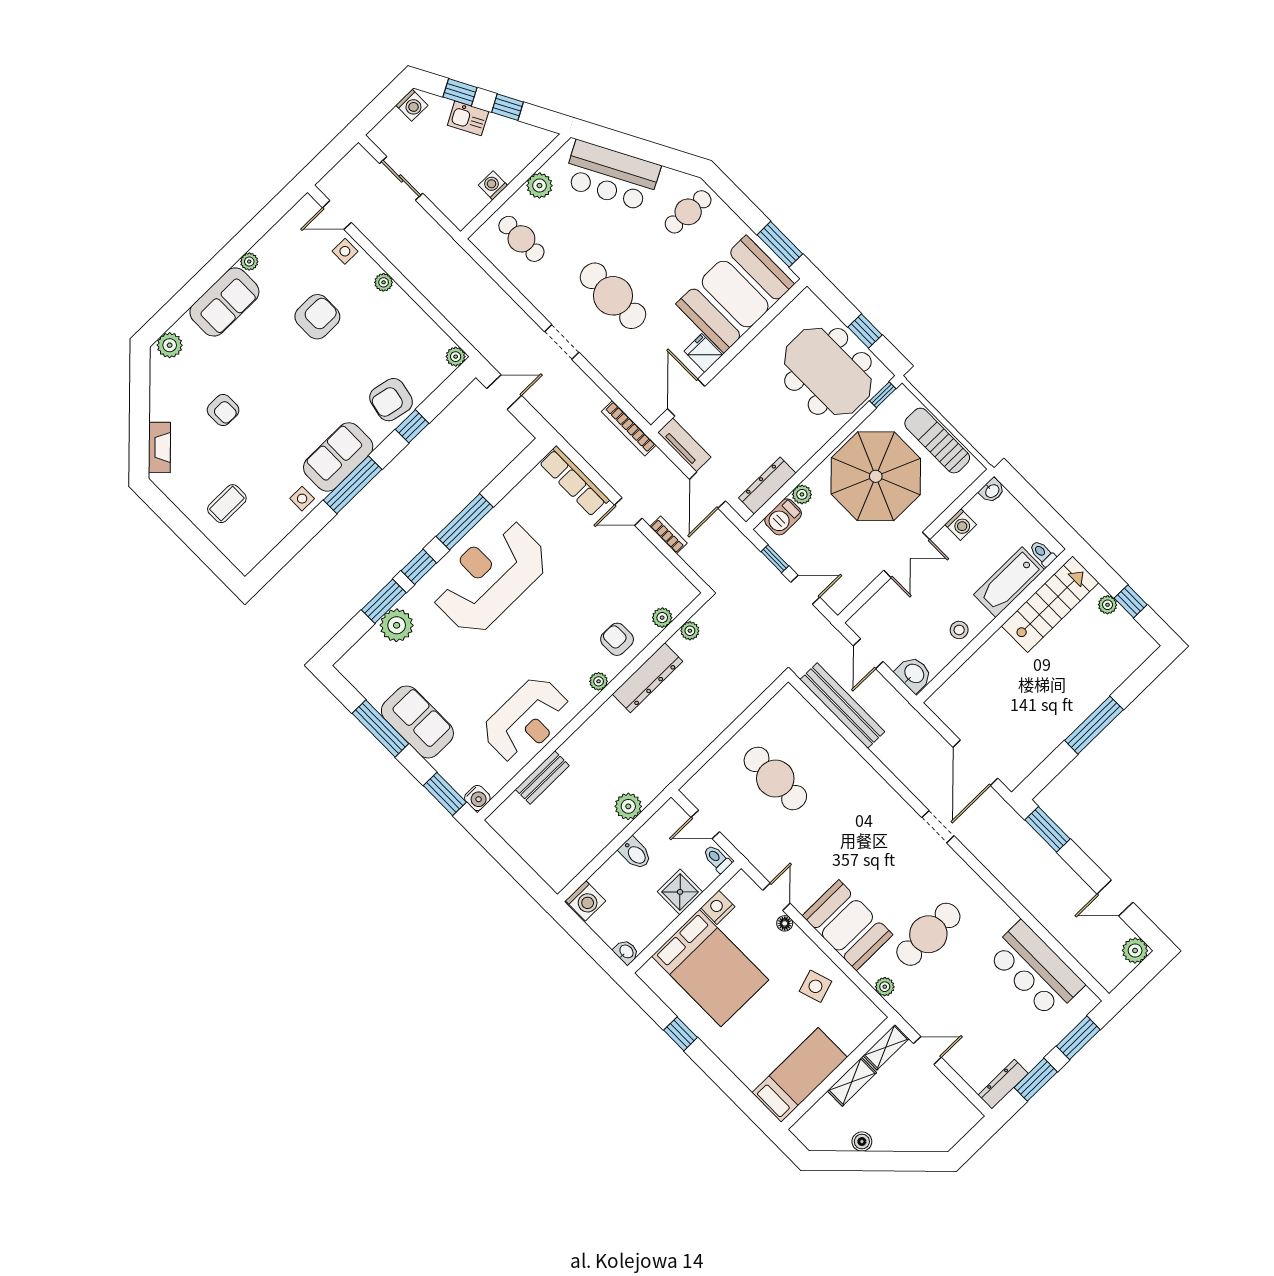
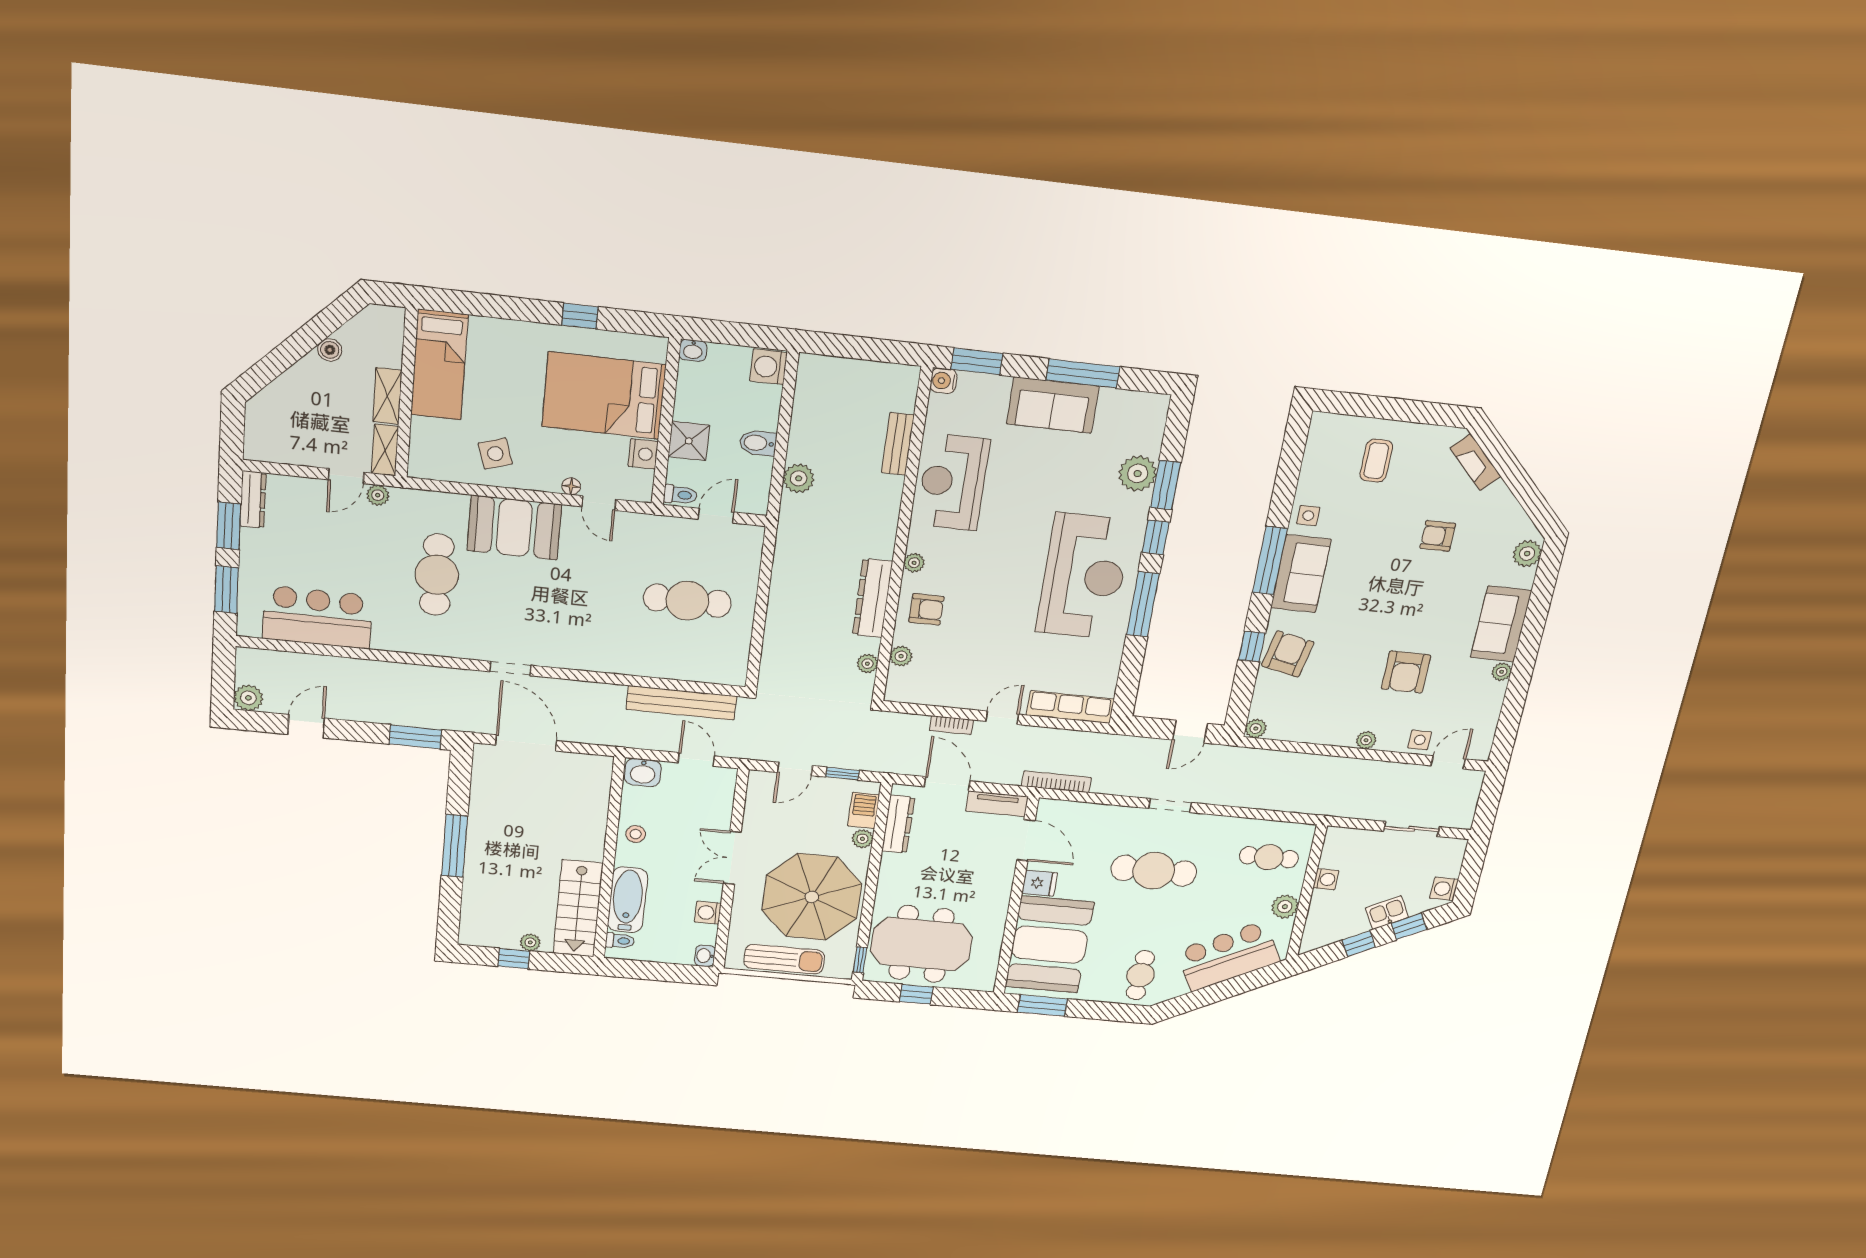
plant: (885, 987) -> (378, 495), moved

